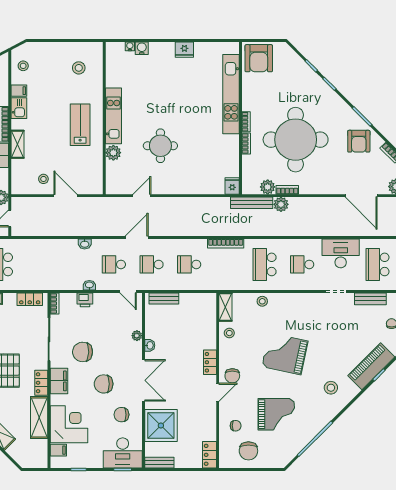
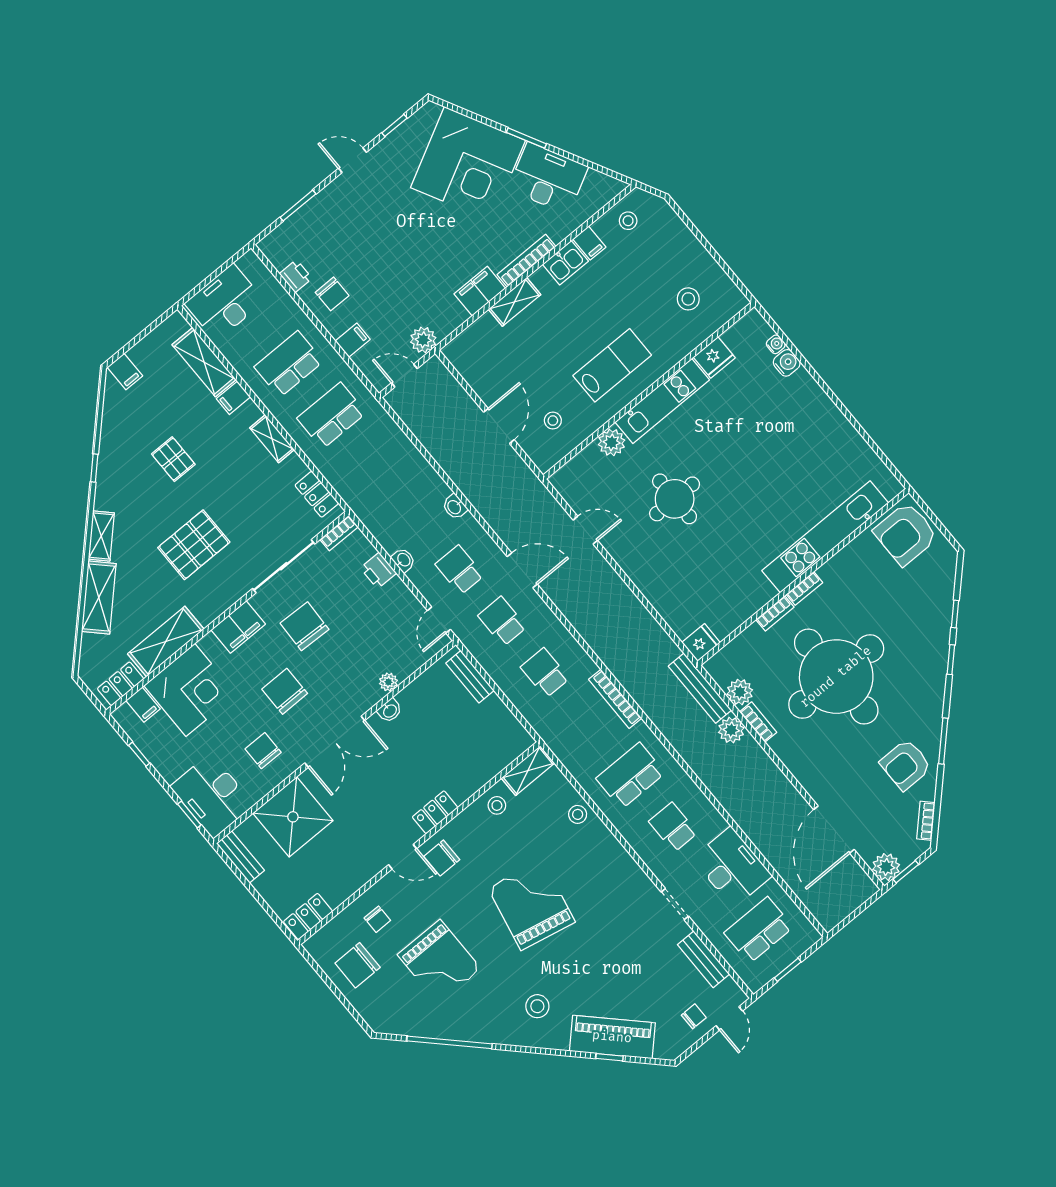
fridge: (184, 50) -> (714, 357), moved, turned -90
stool: (43, 179) -> (553, 421), moved
locker: (41, 383) -> (121, 684), moved

